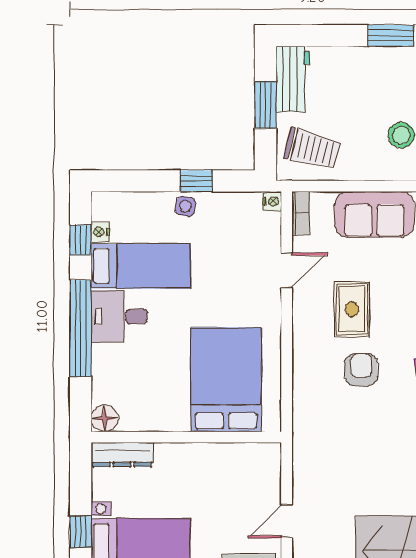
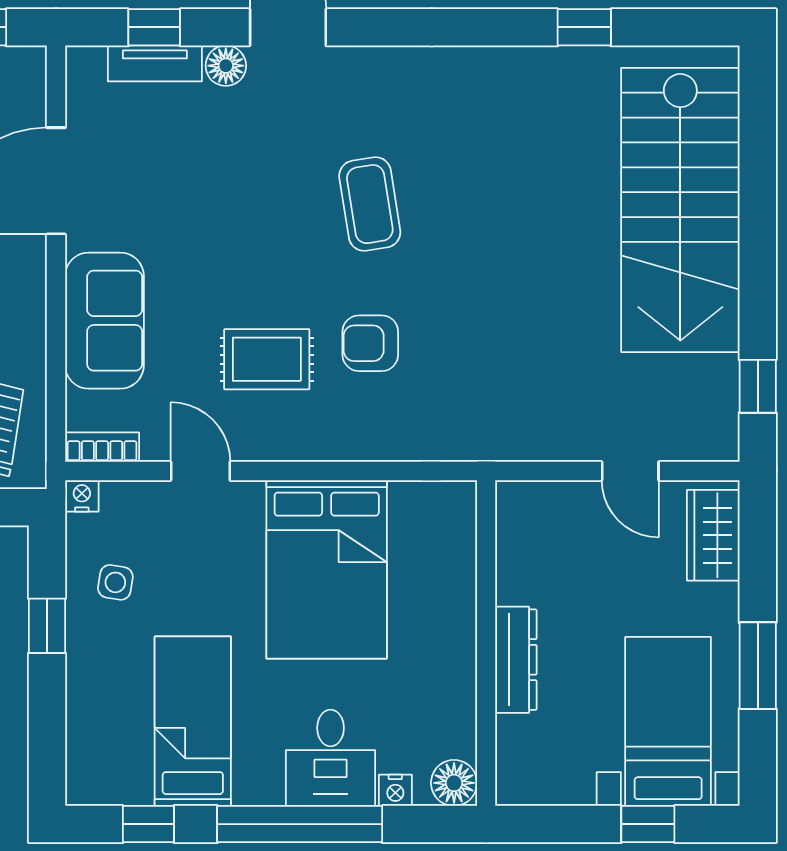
side table: (185, 206) -> (115, 582), moved
nightstand: (100, 232) -> (395, 790), moved
desk: (119, 316) -> (331, 758), moved
bed: (226, 380) -> (327, 569), moved, turned -90
dresser: (122, 455) -> (516, 660), moved

